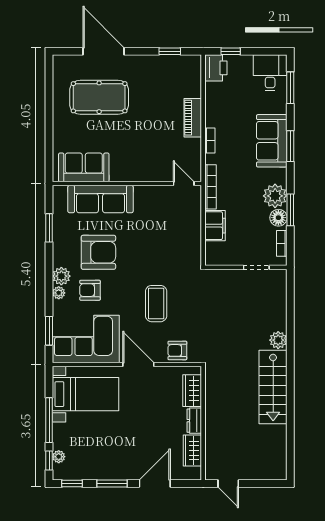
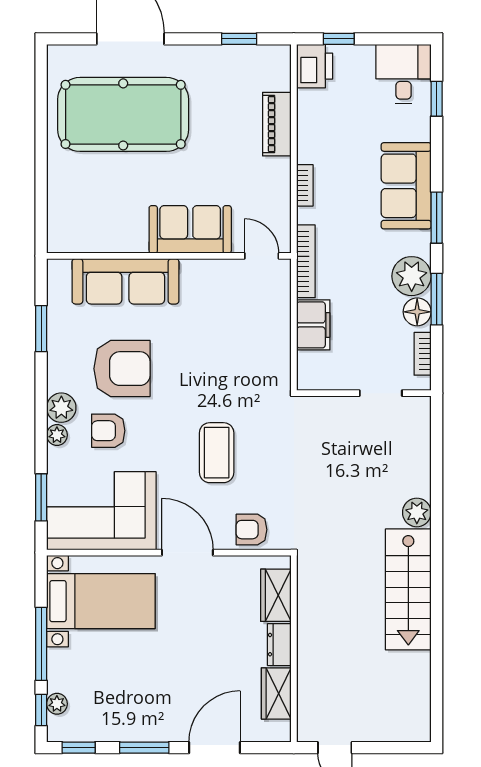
window: (290, 88) -> (437, 99), width x0.67
pool table: (99, 97) -> (123, 114), width x1.36, depth x1.32
piano: (193, 118) -> (277, 124), moved
window: (290, 146) -> (437, 218), moved
sofa: (84, 167) -> (190, 229), moved

